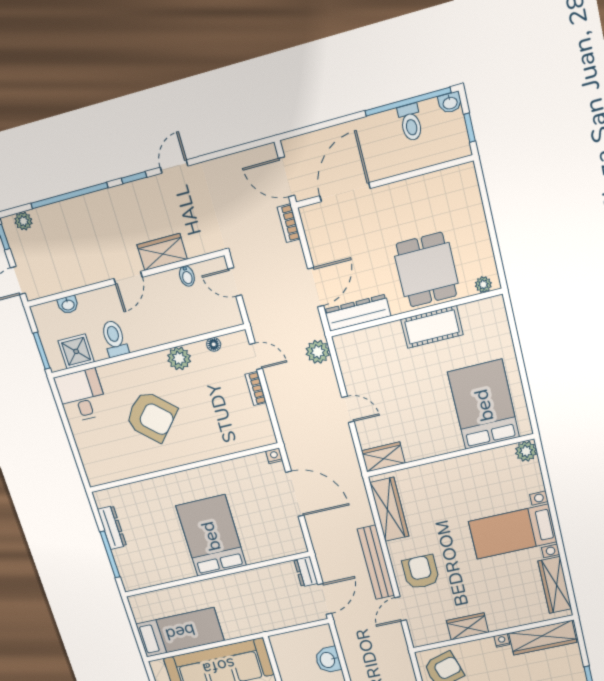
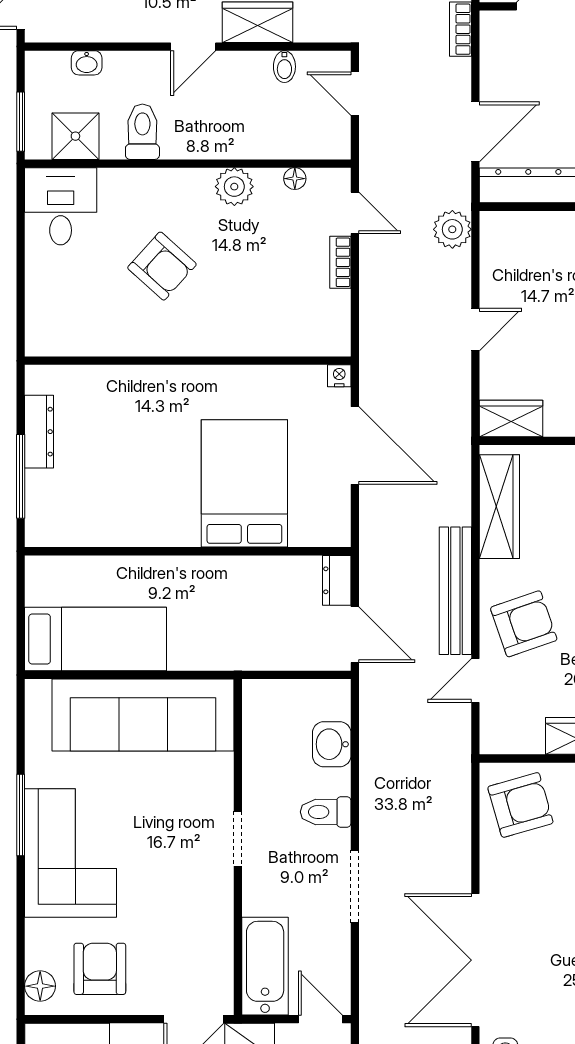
door: (348, 409) -> (475, 330), hinge flipped
armchair: (151, 416) -> (162, 266), width x0.73, depth x0.73
bed: (211, 536) -> (244, 483), moved
armchair: (421, 572) -> (524, 624), turned 71
door: (325, 599) -> (355, 635), hinge flipped

